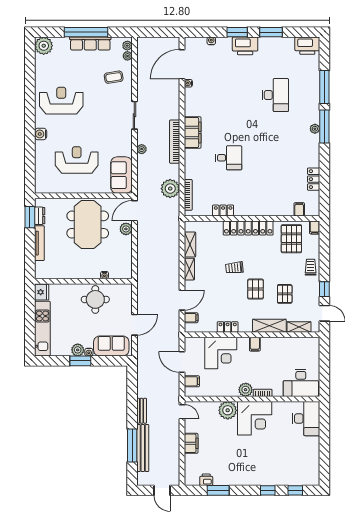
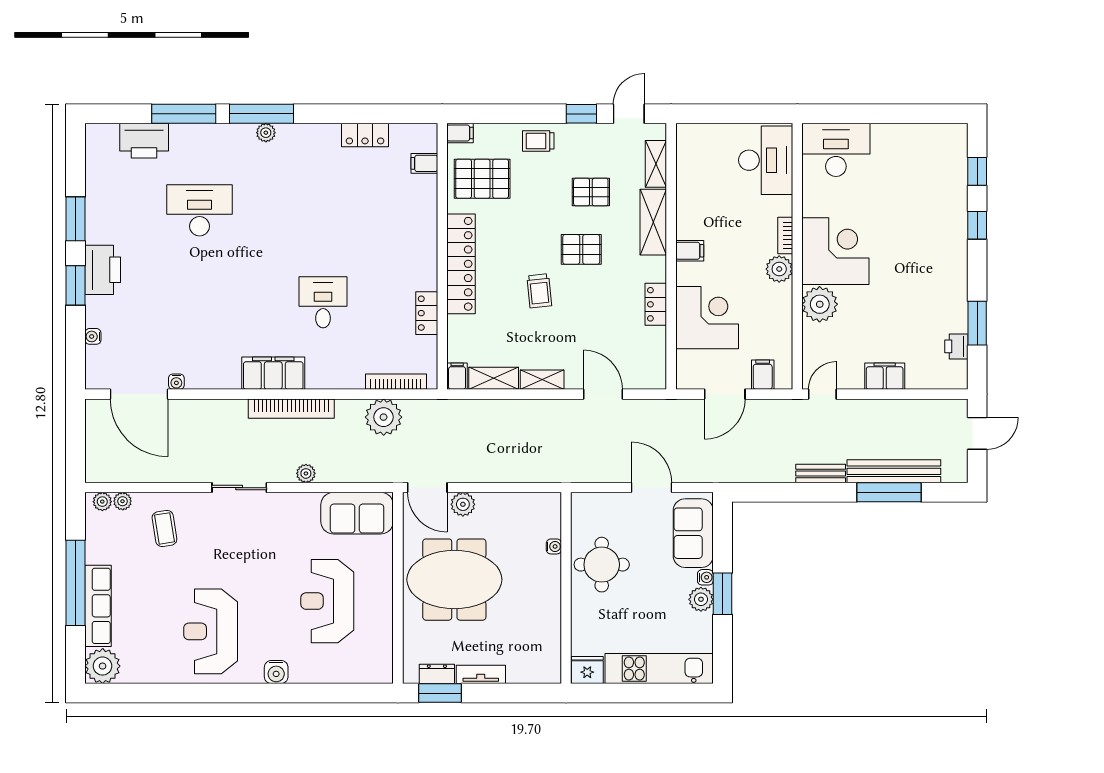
row of seats: (90, 43) -> (98, 606), moved
printer: (307, 46) -> (144, 141), moved, turned 90
tv unit: (39, 243) -> (481, 674), width x0.71
filing cabinet: (191, 318) -> (457, 376), moved

